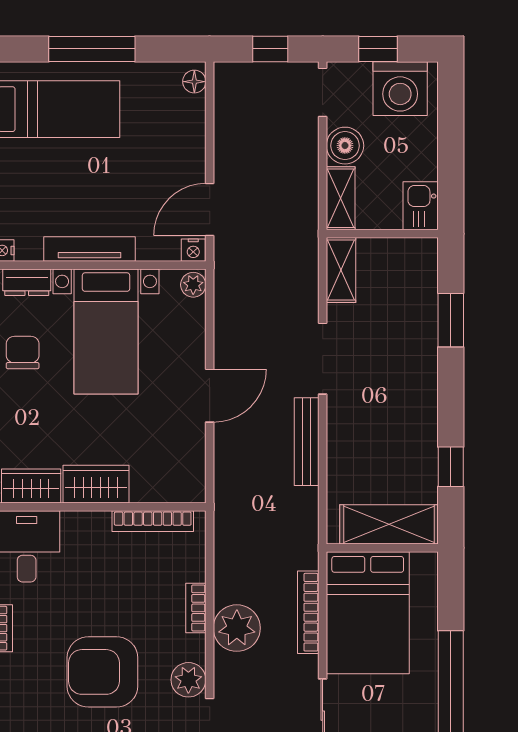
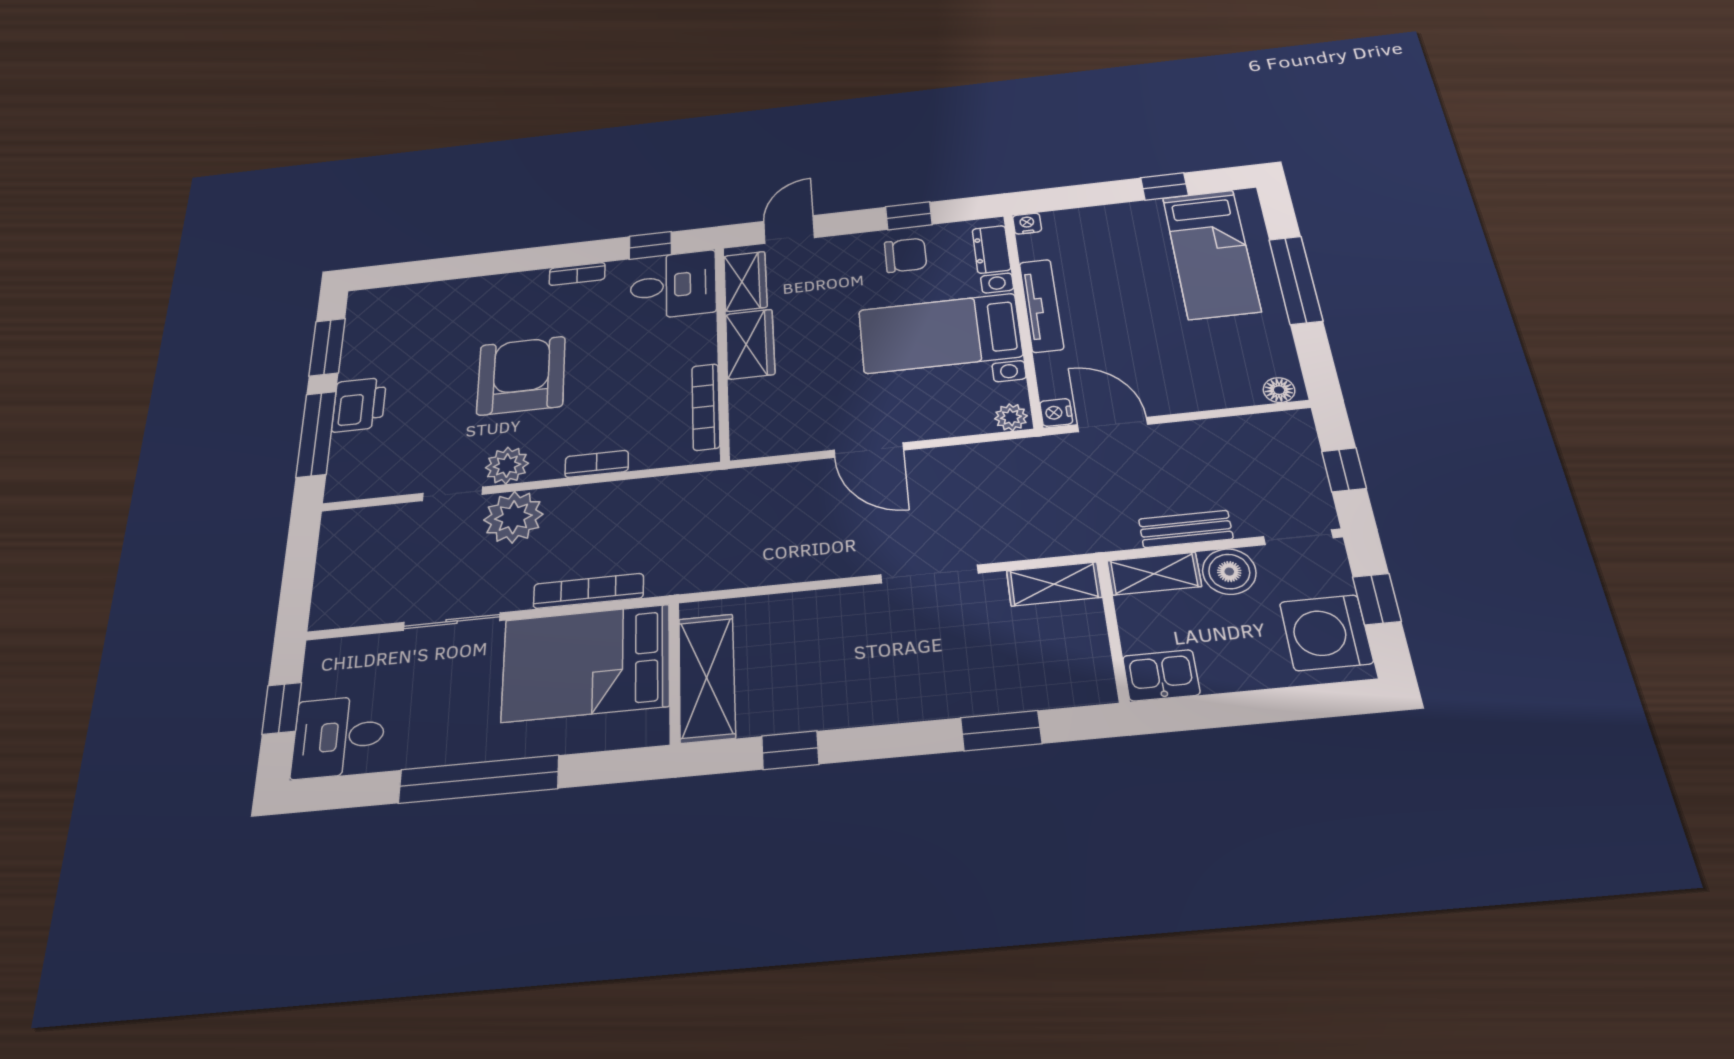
bench: (307, 442) -> (1186, 529), moved, width x0.73
plant: (237, 628) -> (513, 517), moved

